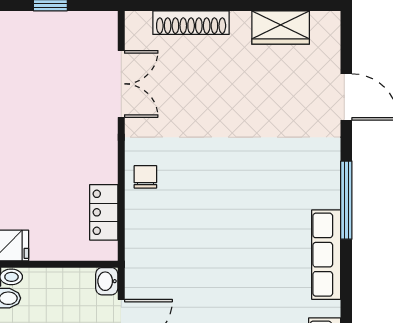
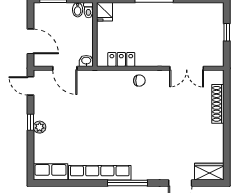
wardrobe: (281, 27) -> (209, 172), moved, turned 90
row of seats: (326, 255) -> (100, 173), width x1.36

